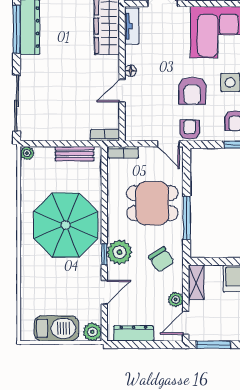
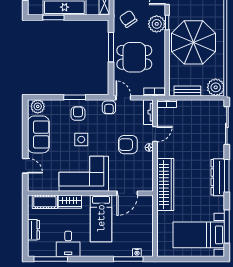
tv unit: (132, 26) -> (148, 112), moved
armchair: (192, 91) -> (128, 145), moved, turned -90
plant: (27, 153) -> (216, 87), width x1.87, depth x1.87

